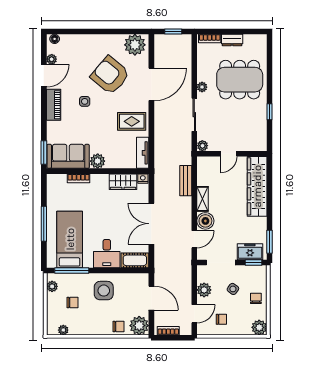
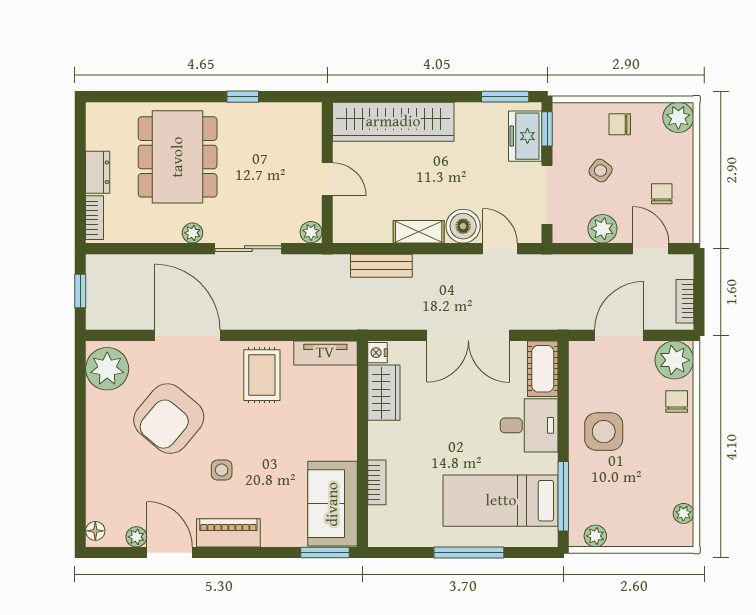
plant: (98, 161) -> (342, 444), removed
chair: (73, 303) -> (628, 495), removed

